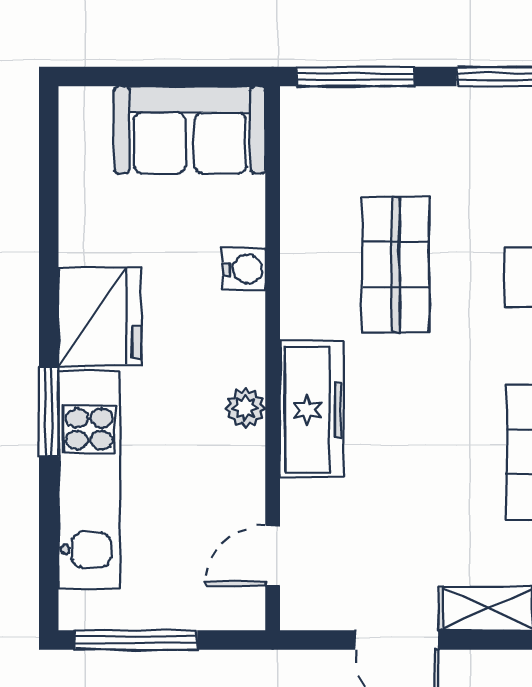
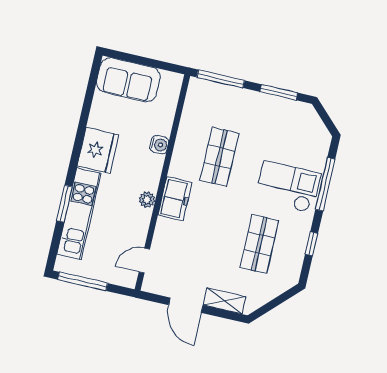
sofa: (190, 130) -> (128, 80), moved
freezer: (312, 410) -> (175, 199), width x0.71
window: (49, 411) -> (64, 204), moved

